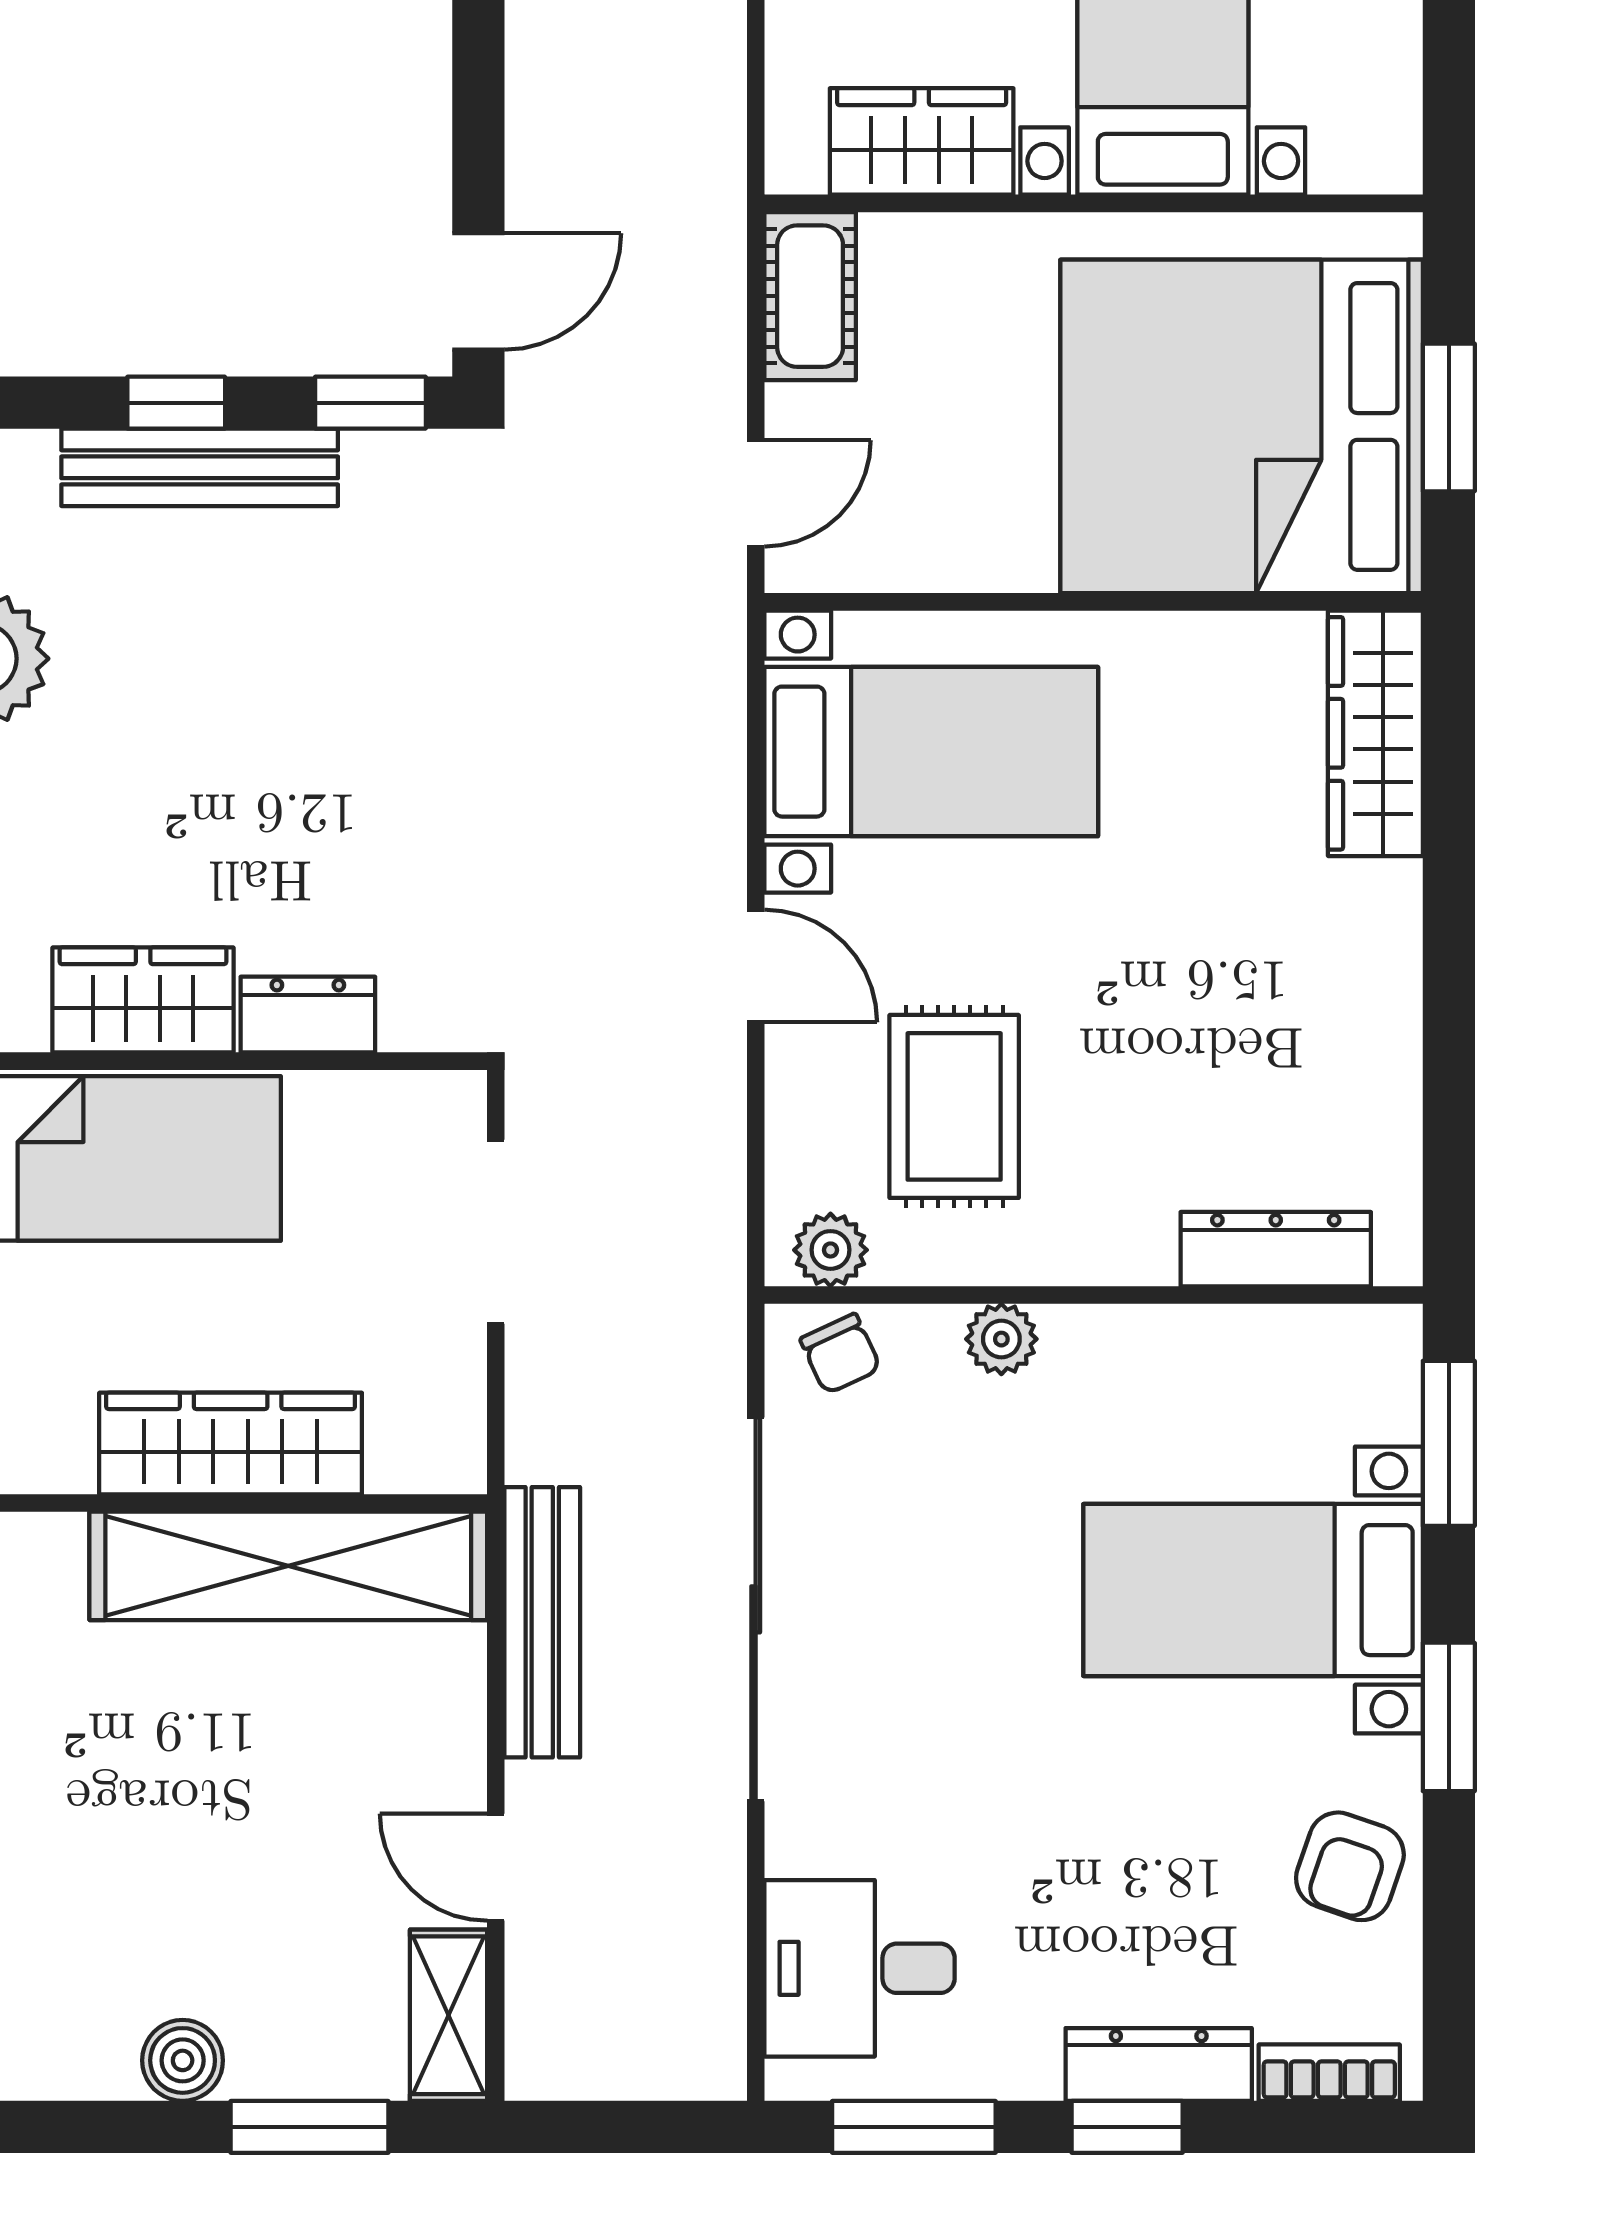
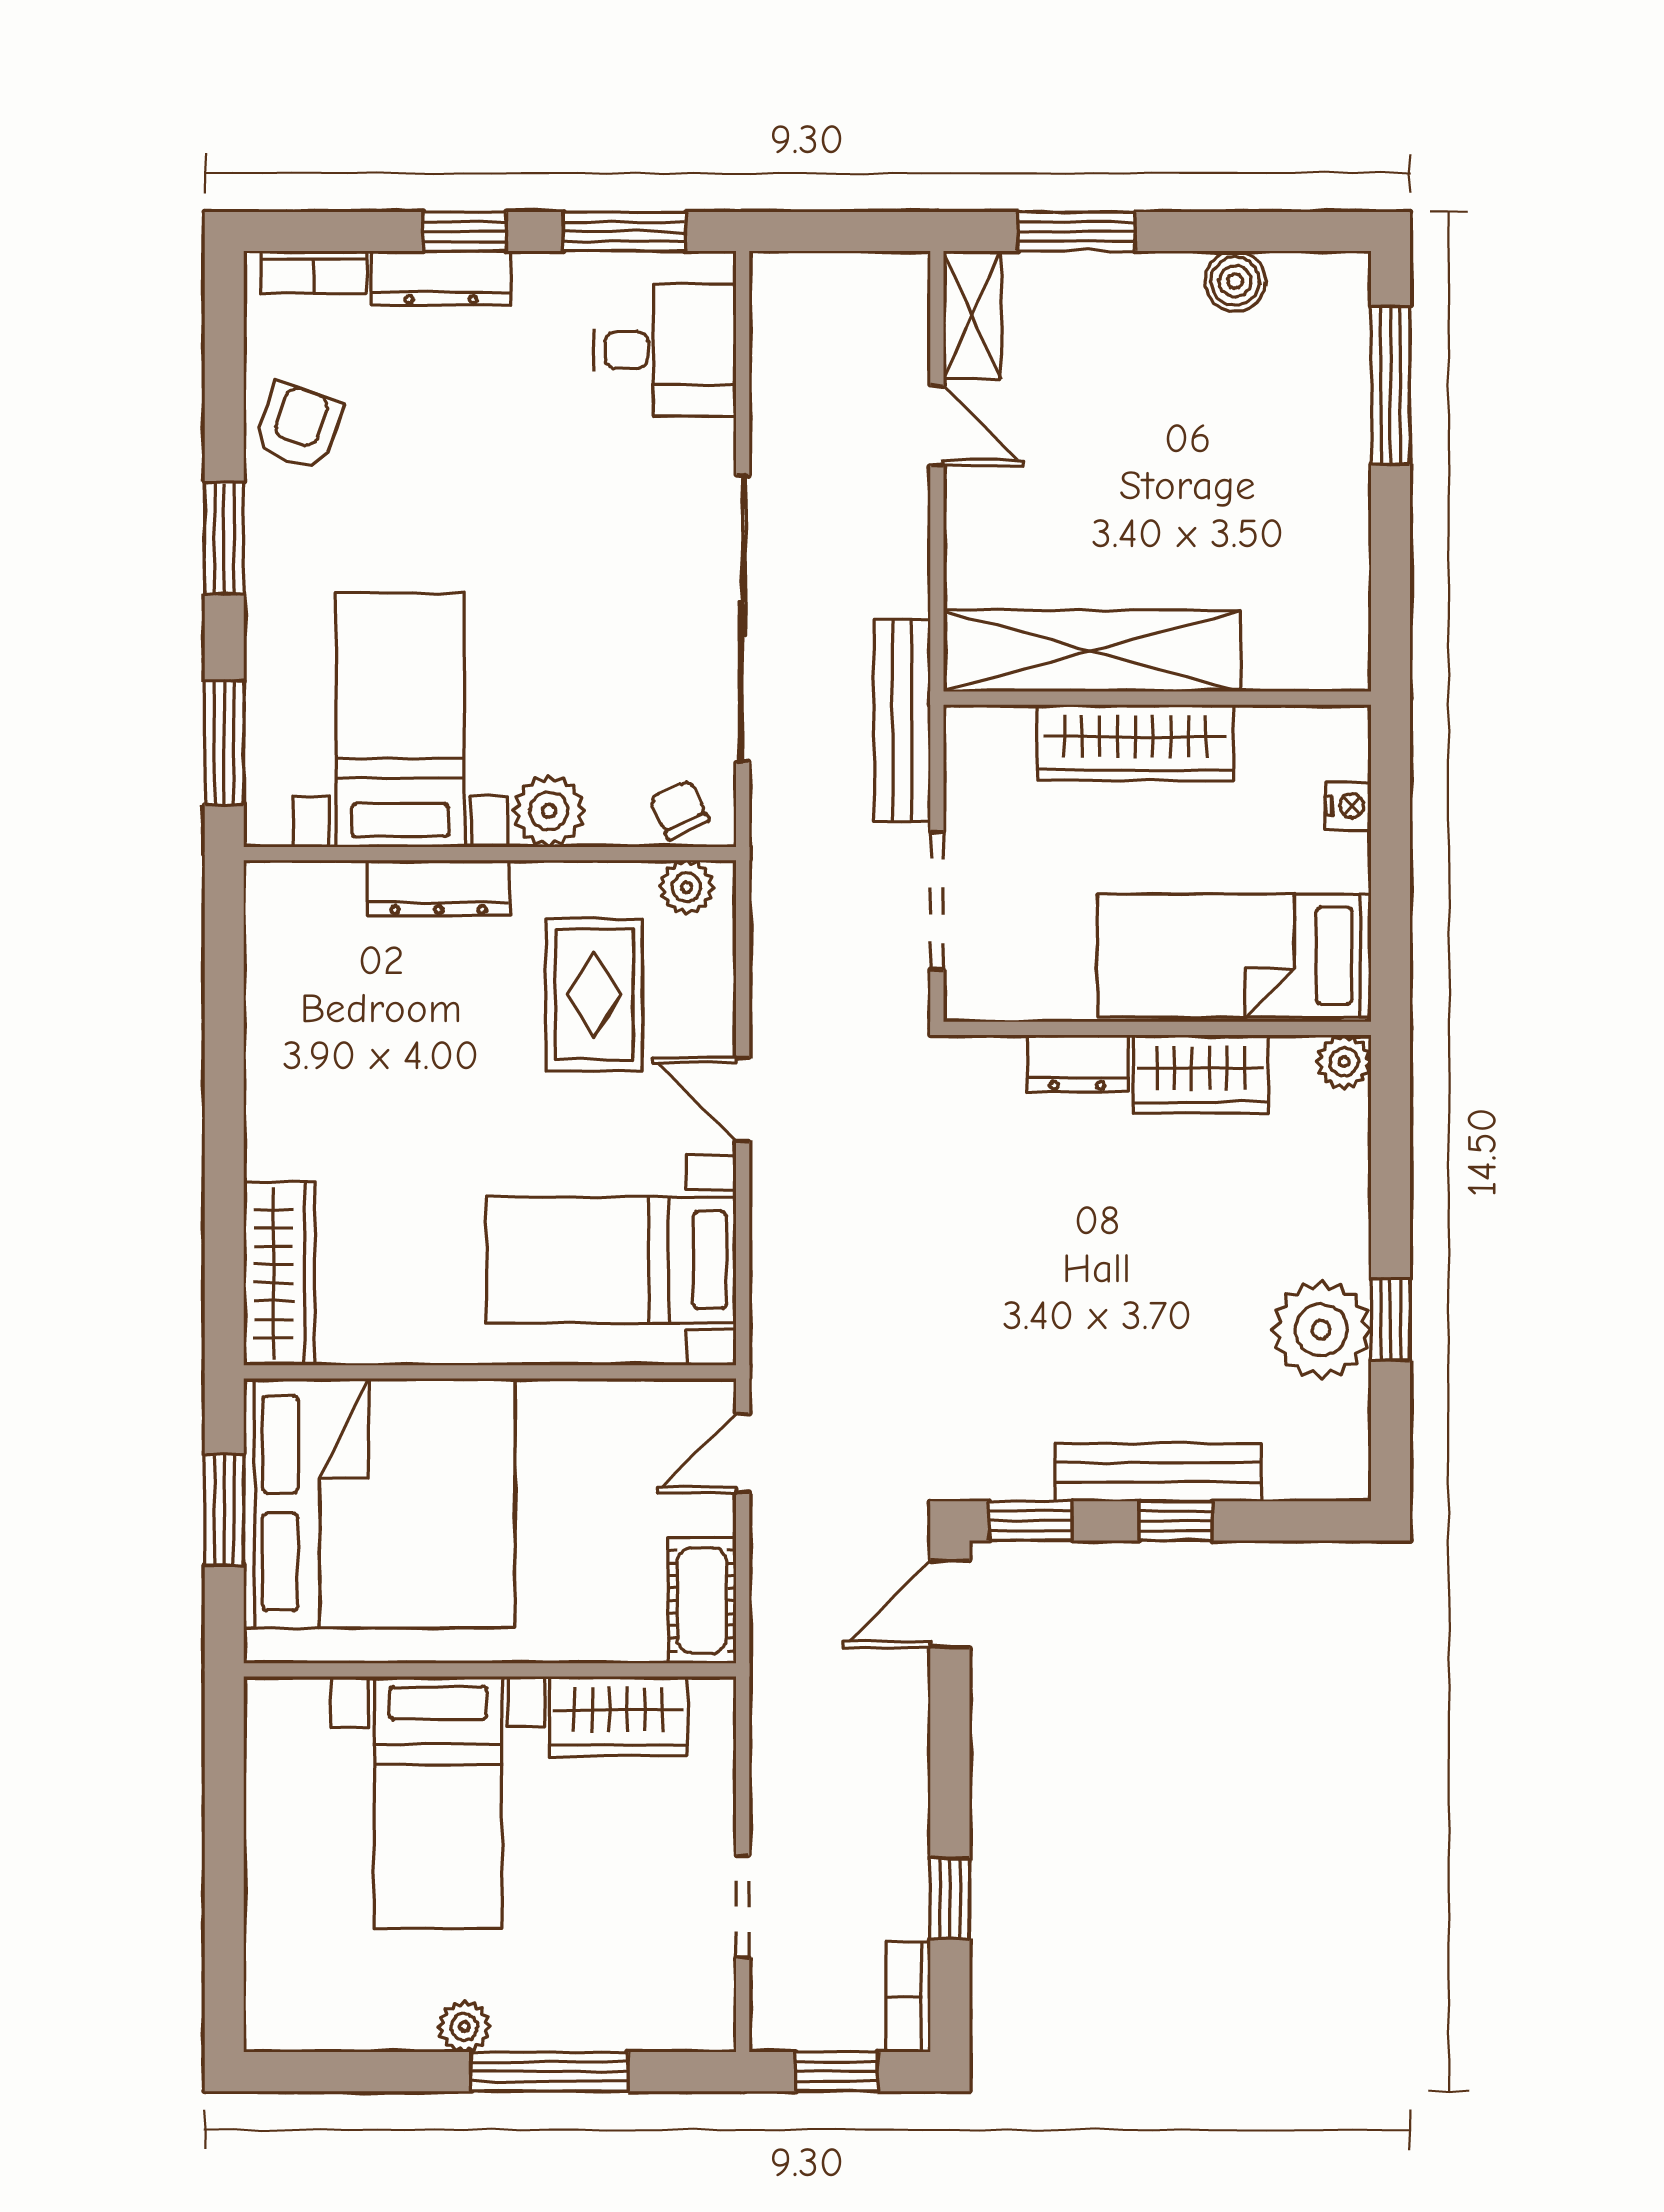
dresser: (1276, 1249) -> (439, 888), moved
plant: (1001, 1339) -> (549, 811), width x1.38, depth x1.38
bed with nightstands: (1253, 1590) -> (400, 720), moved, turned -90
bench: (542, 1622) -> (902, 720), moved
boiler: (183, 2060) -> (1235, 281), moved

